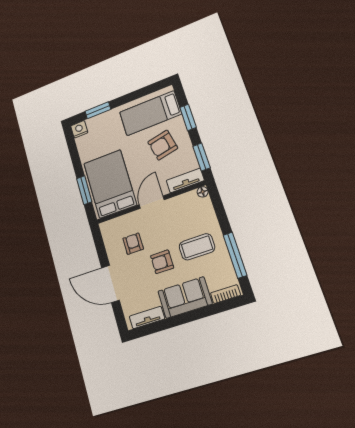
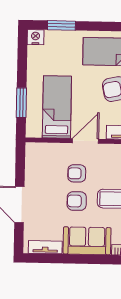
bed: (110, 184) -> (57, 107), width x0.67
armchair: (133, 244) -> (77, 173), moved, turned -90

